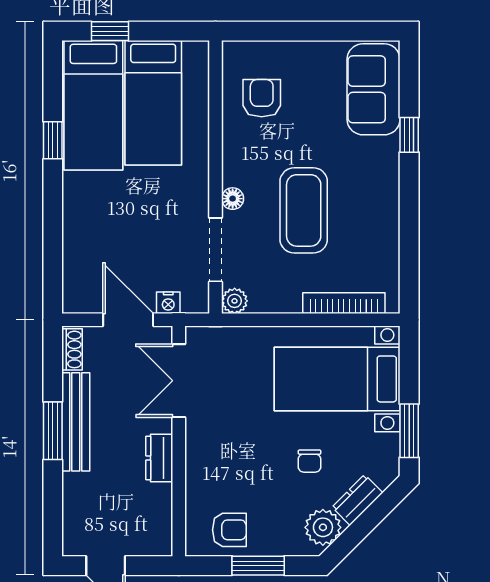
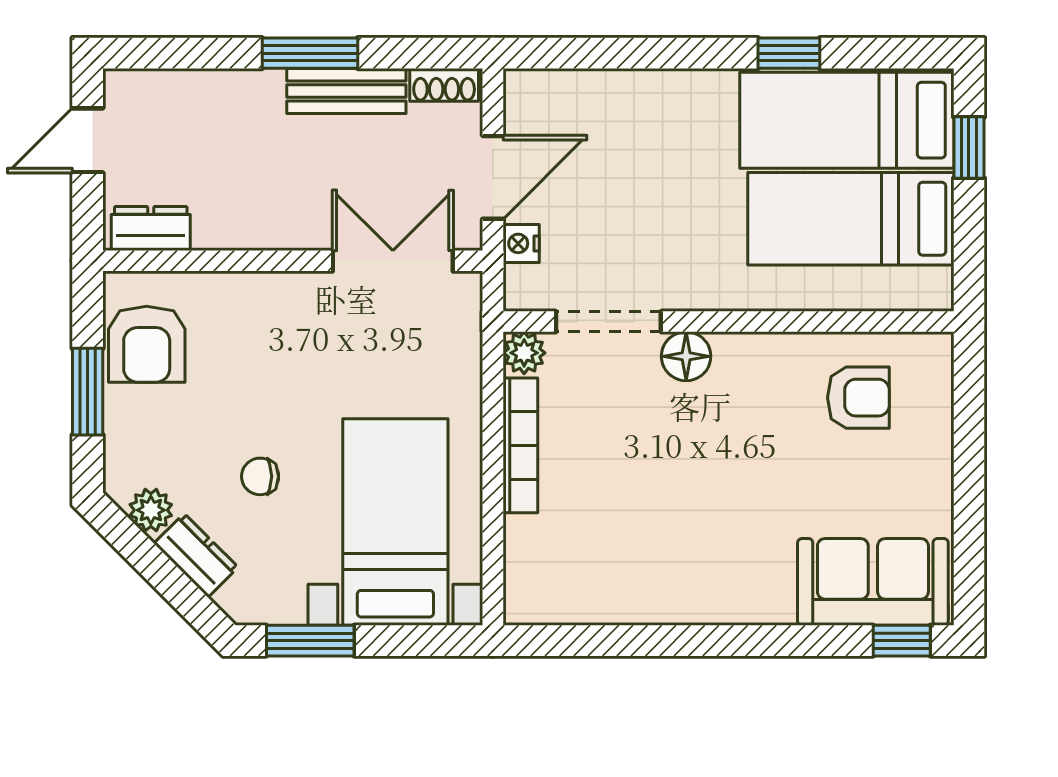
window: (409, 135) -> (902, 641), moved
floor lamp: (233, 199) -> (686, 356), width x1.37, depth x1.37
coffee table: (304, 210) -> (673, 467), removed
bookcase: (344, 303) -> (520, 445), moved
bench: (76, 422) -> (346, 91), width x0.73
dresser: (159, 458) -> (151, 229), moved
plant: (323, 527) -> (151, 510), width x0.73, depth x0.73
armchair: (229, 530) -> (147, 344), width x1.38, depth x1.38

